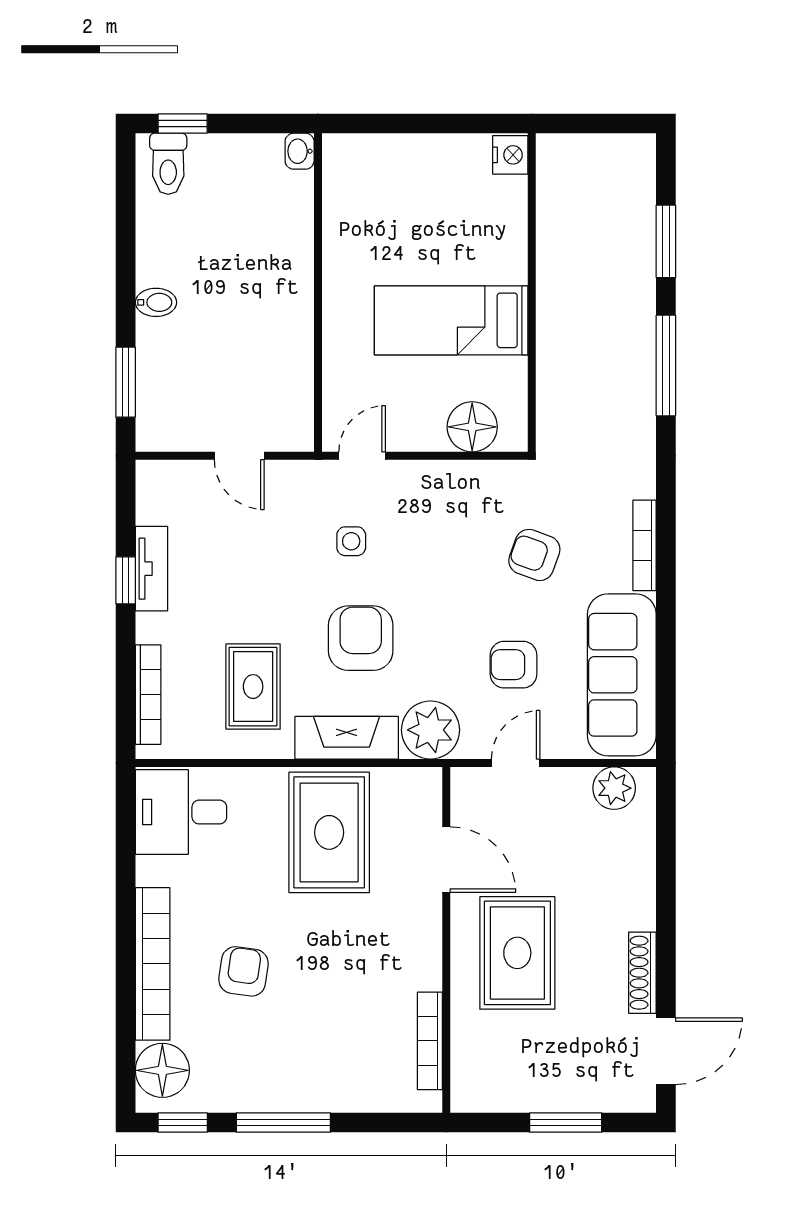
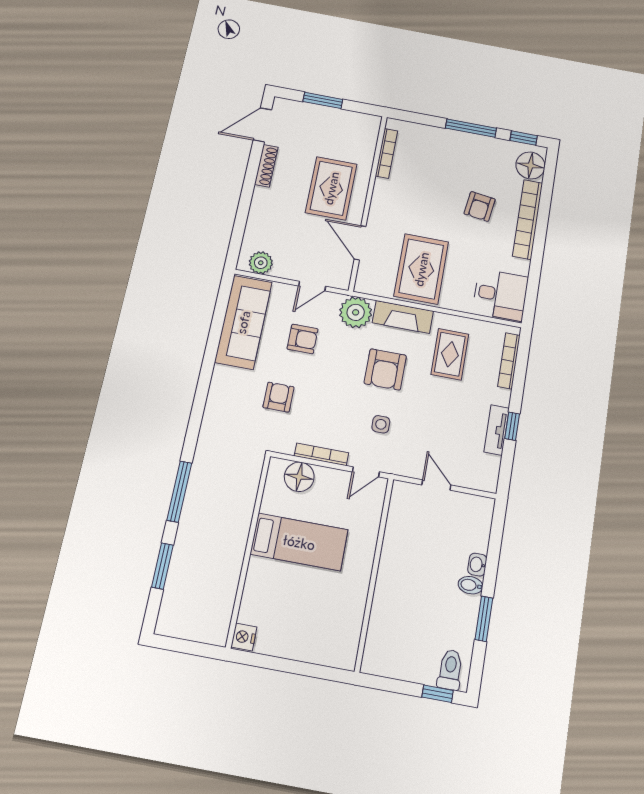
washbasin: (300, 151) -> (477, 565), moved, turned 180
window: (126, 382) -> (484, 619), moved
bookcase: (645, 545) -> (321, 454), moved, turned -90
armchair: (534, 555) -> (278, 397), turned -110

